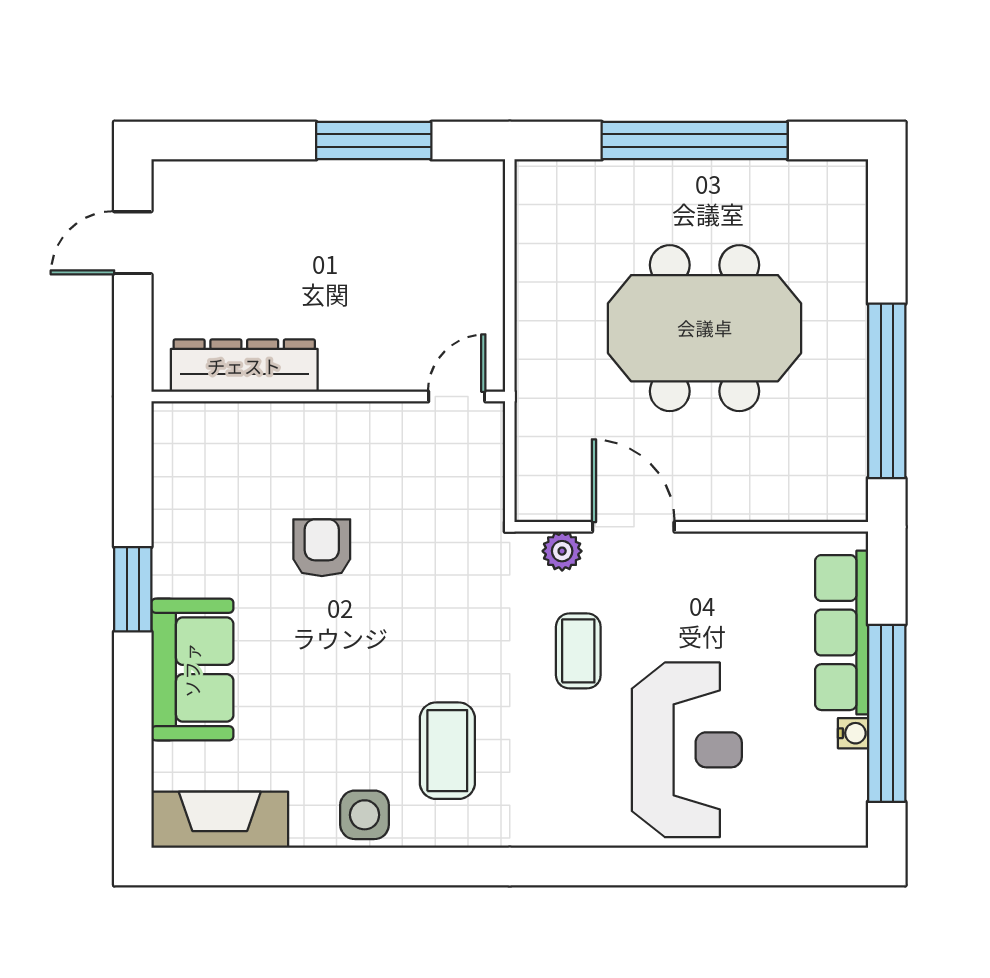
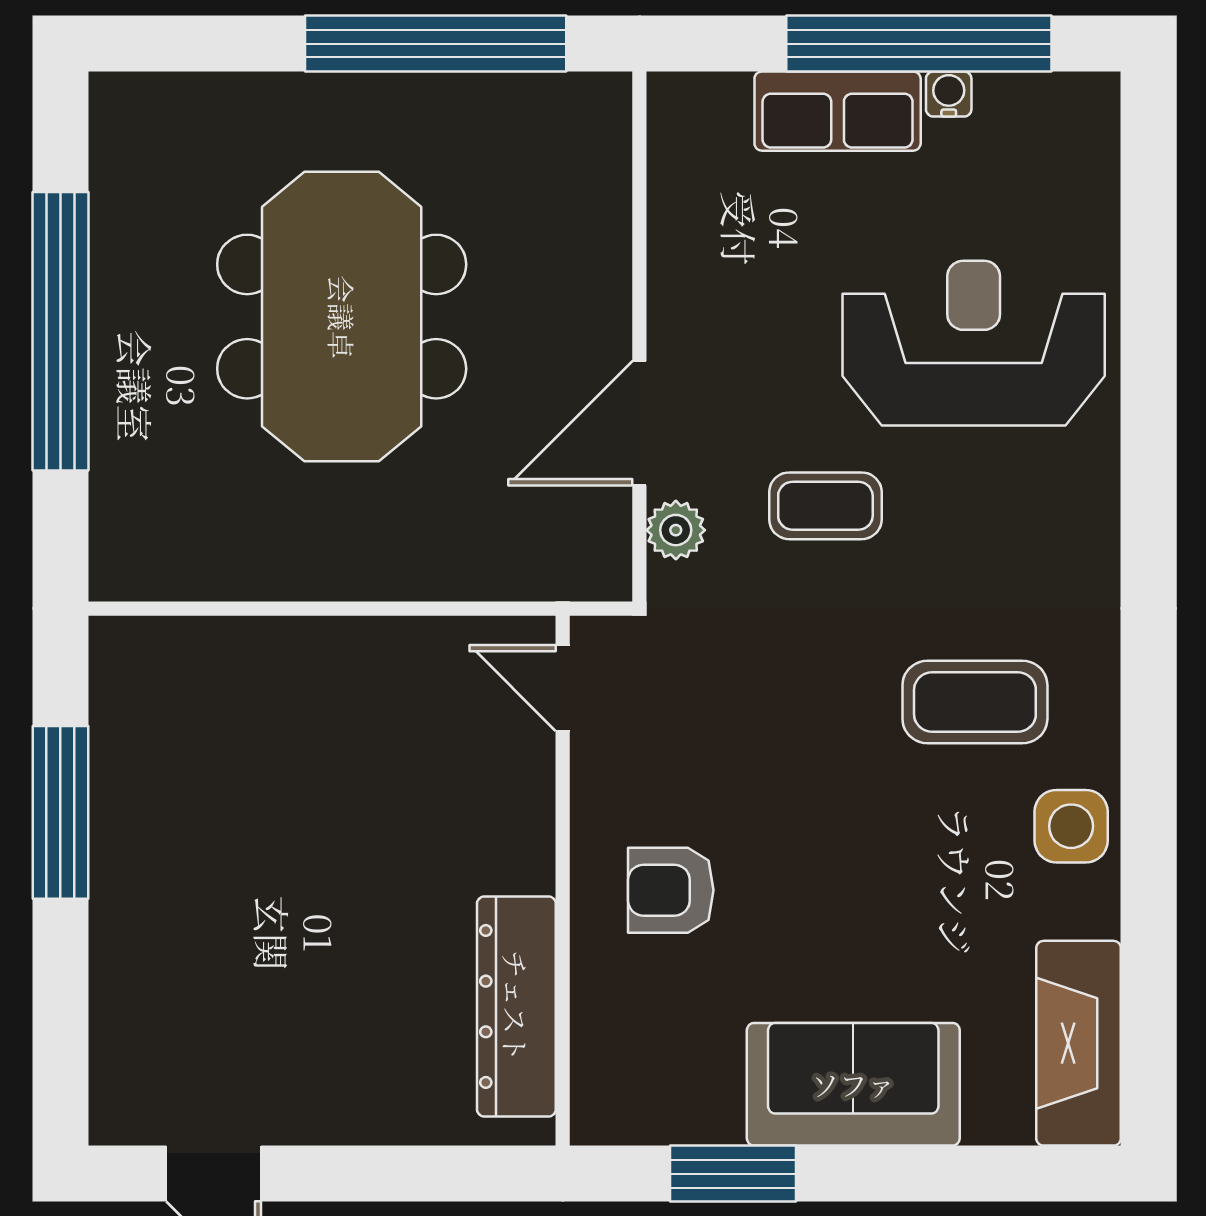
dresser: (244, 366) -> (516, 1006), moved
wall: (328, 397) -> (563, 881), moved
door: (457, 397) -> (563, 688), moved
row of seats: (842, 633) -> (838, 111), width x0.68

